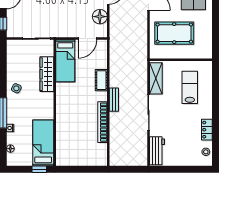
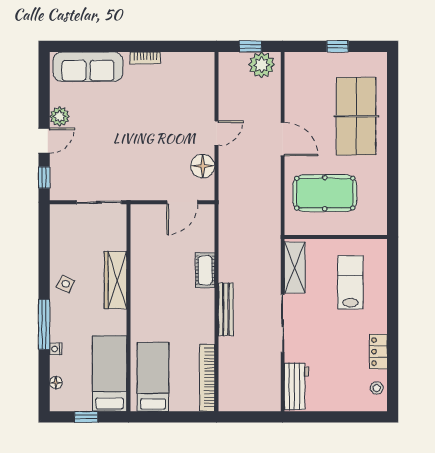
bed: (65, 61) -> (153, 377), moved, turned 180
wardrobe: (47, 74) -> (116, 280), moved
bench: (114, 100) -> (226, 310), width x1.36
bookcase: (103, 122) -> (207, 378), moved
window: (39, 169) -> (86, 417), moved

